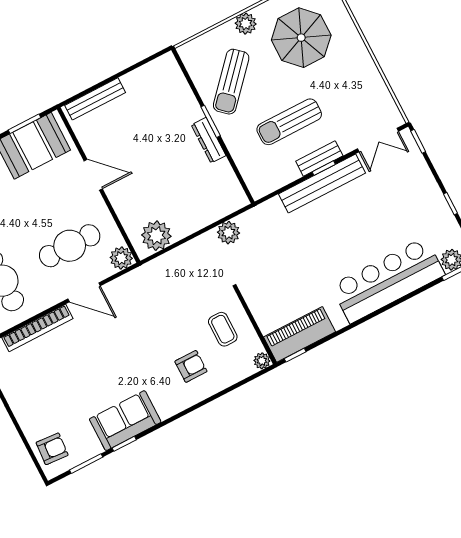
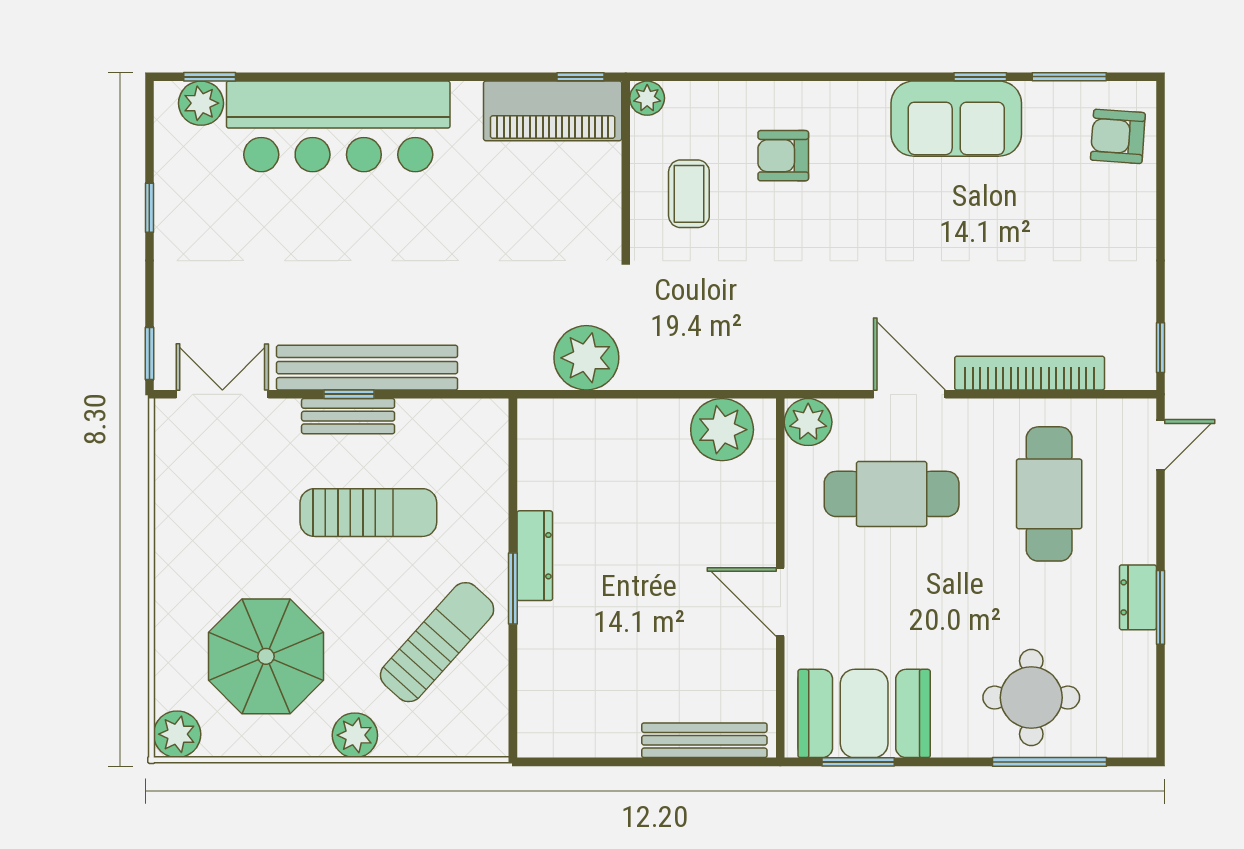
plant: (228, 233) -> (586, 358), width x1.36, depth x1.36

